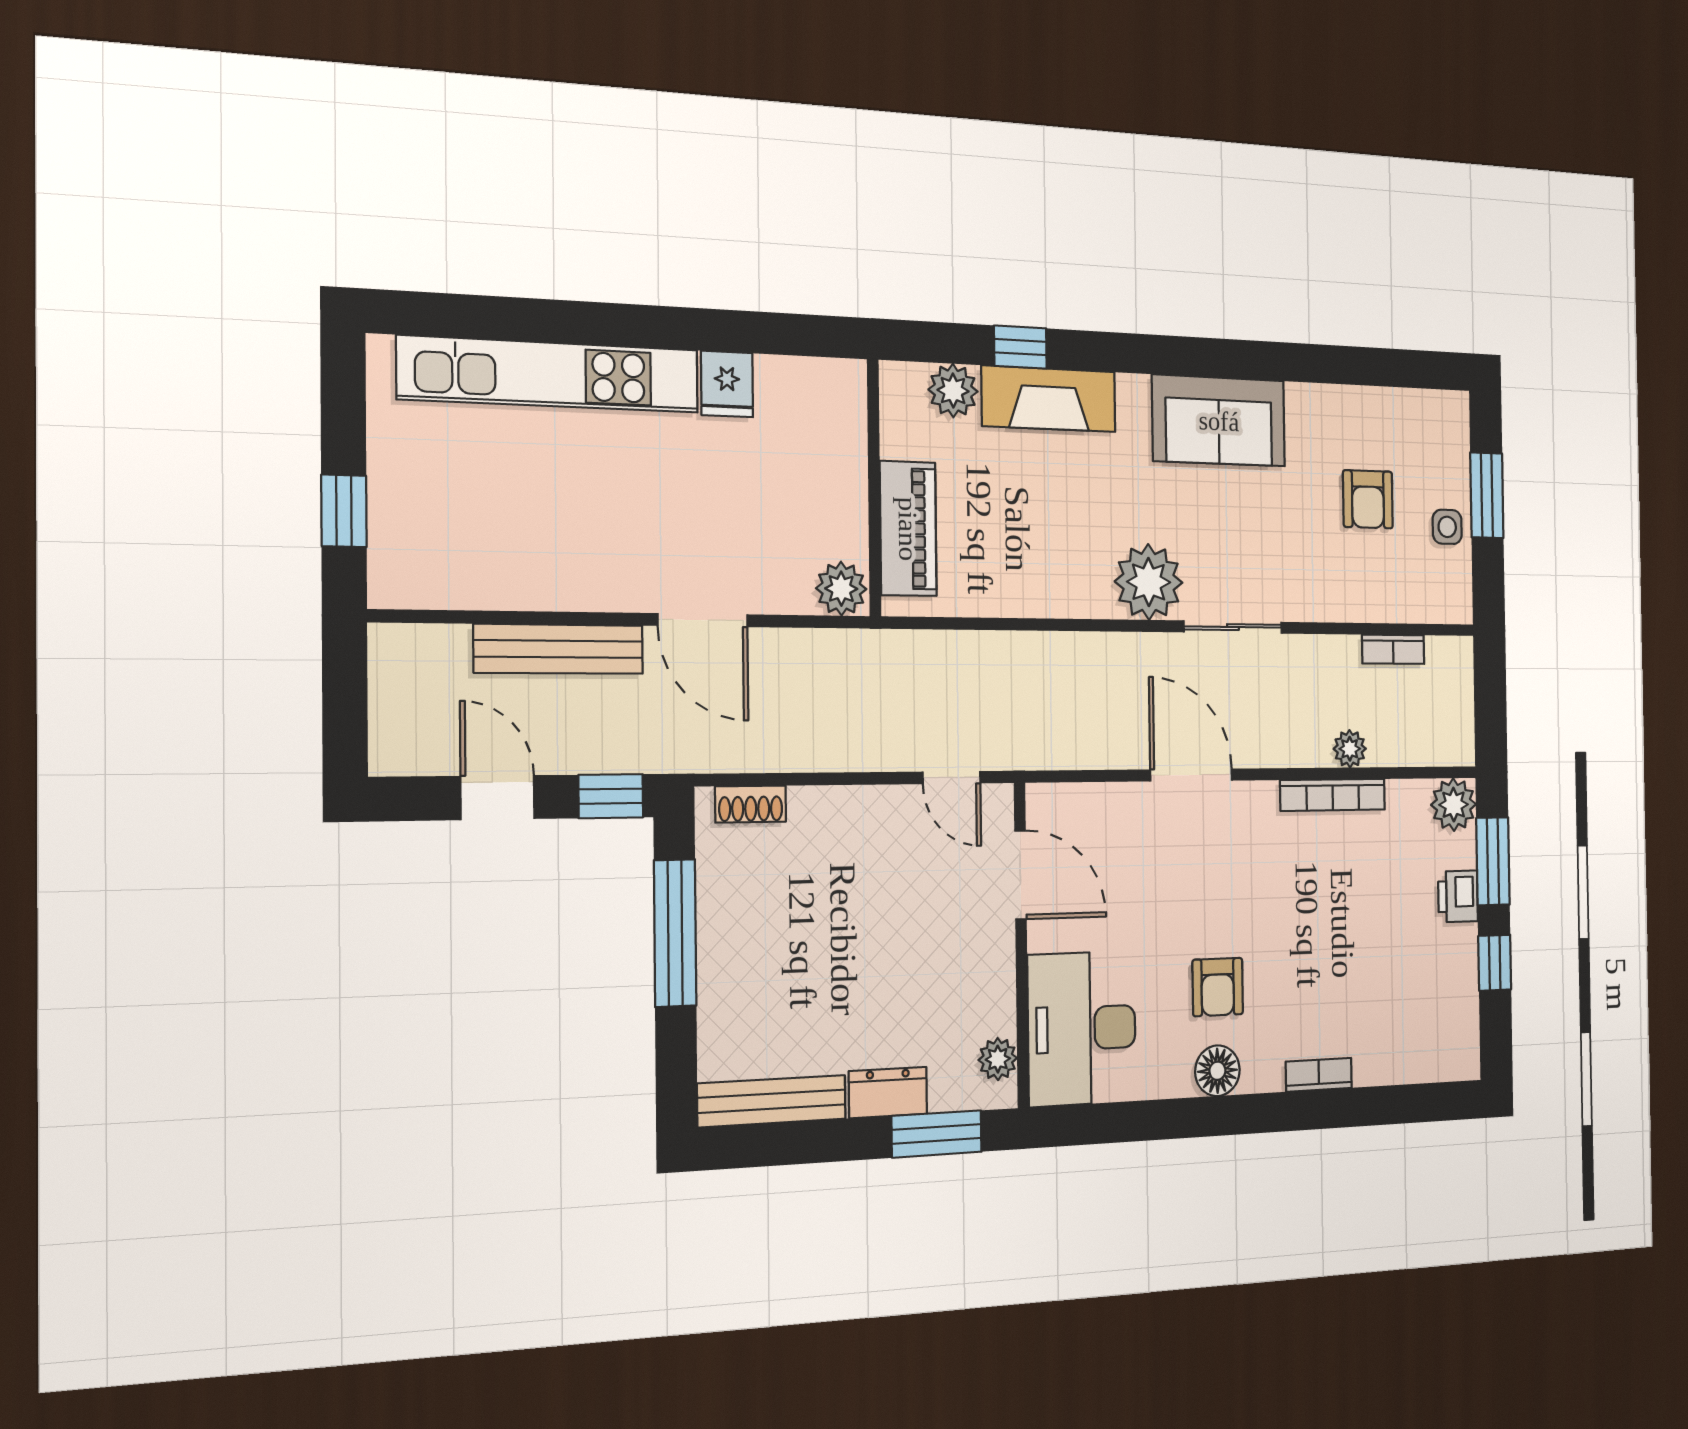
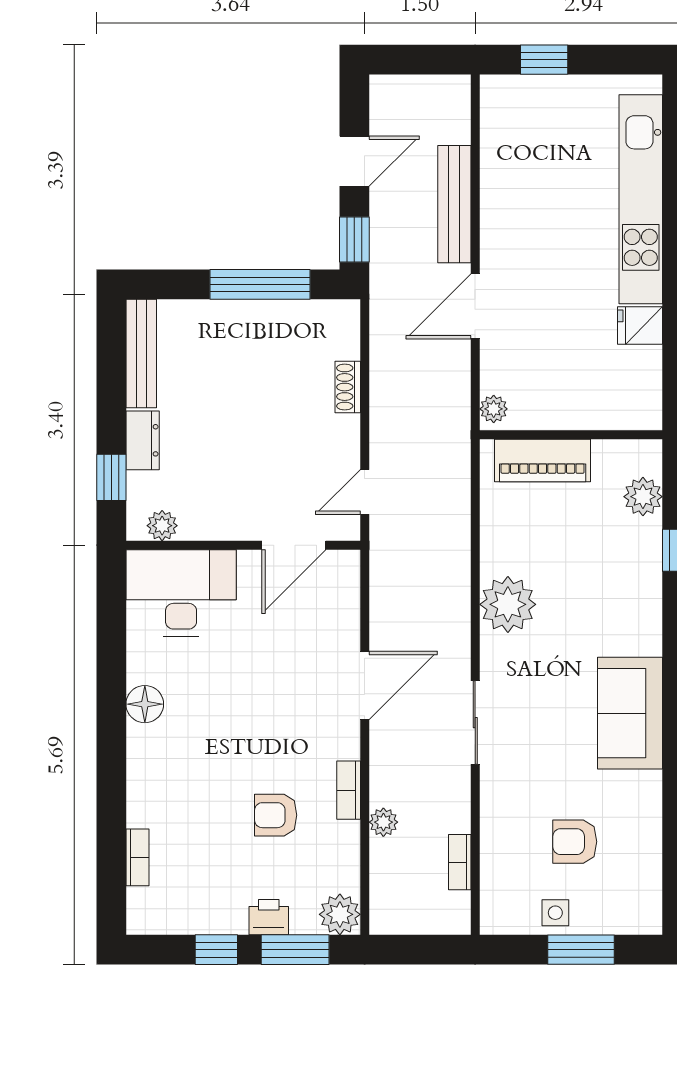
fireplace: (1049, 399) -> (640, 573), removed
plant: (1149, 582) -> (508, 604), moved
plant: (841, 589) -> (494, 409), width x0.73, depth x0.73
bookcase: (1333, 795) -> (349, 790), width x0.64
shoe rack: (751, 804) -> (348, 387), moved
armchair: (1218, 987) -> (276, 815), moved
bookcase: (1319, 1075) -> (137, 857), moved
window: (937, 1134) -> (111, 477), width x0.67

